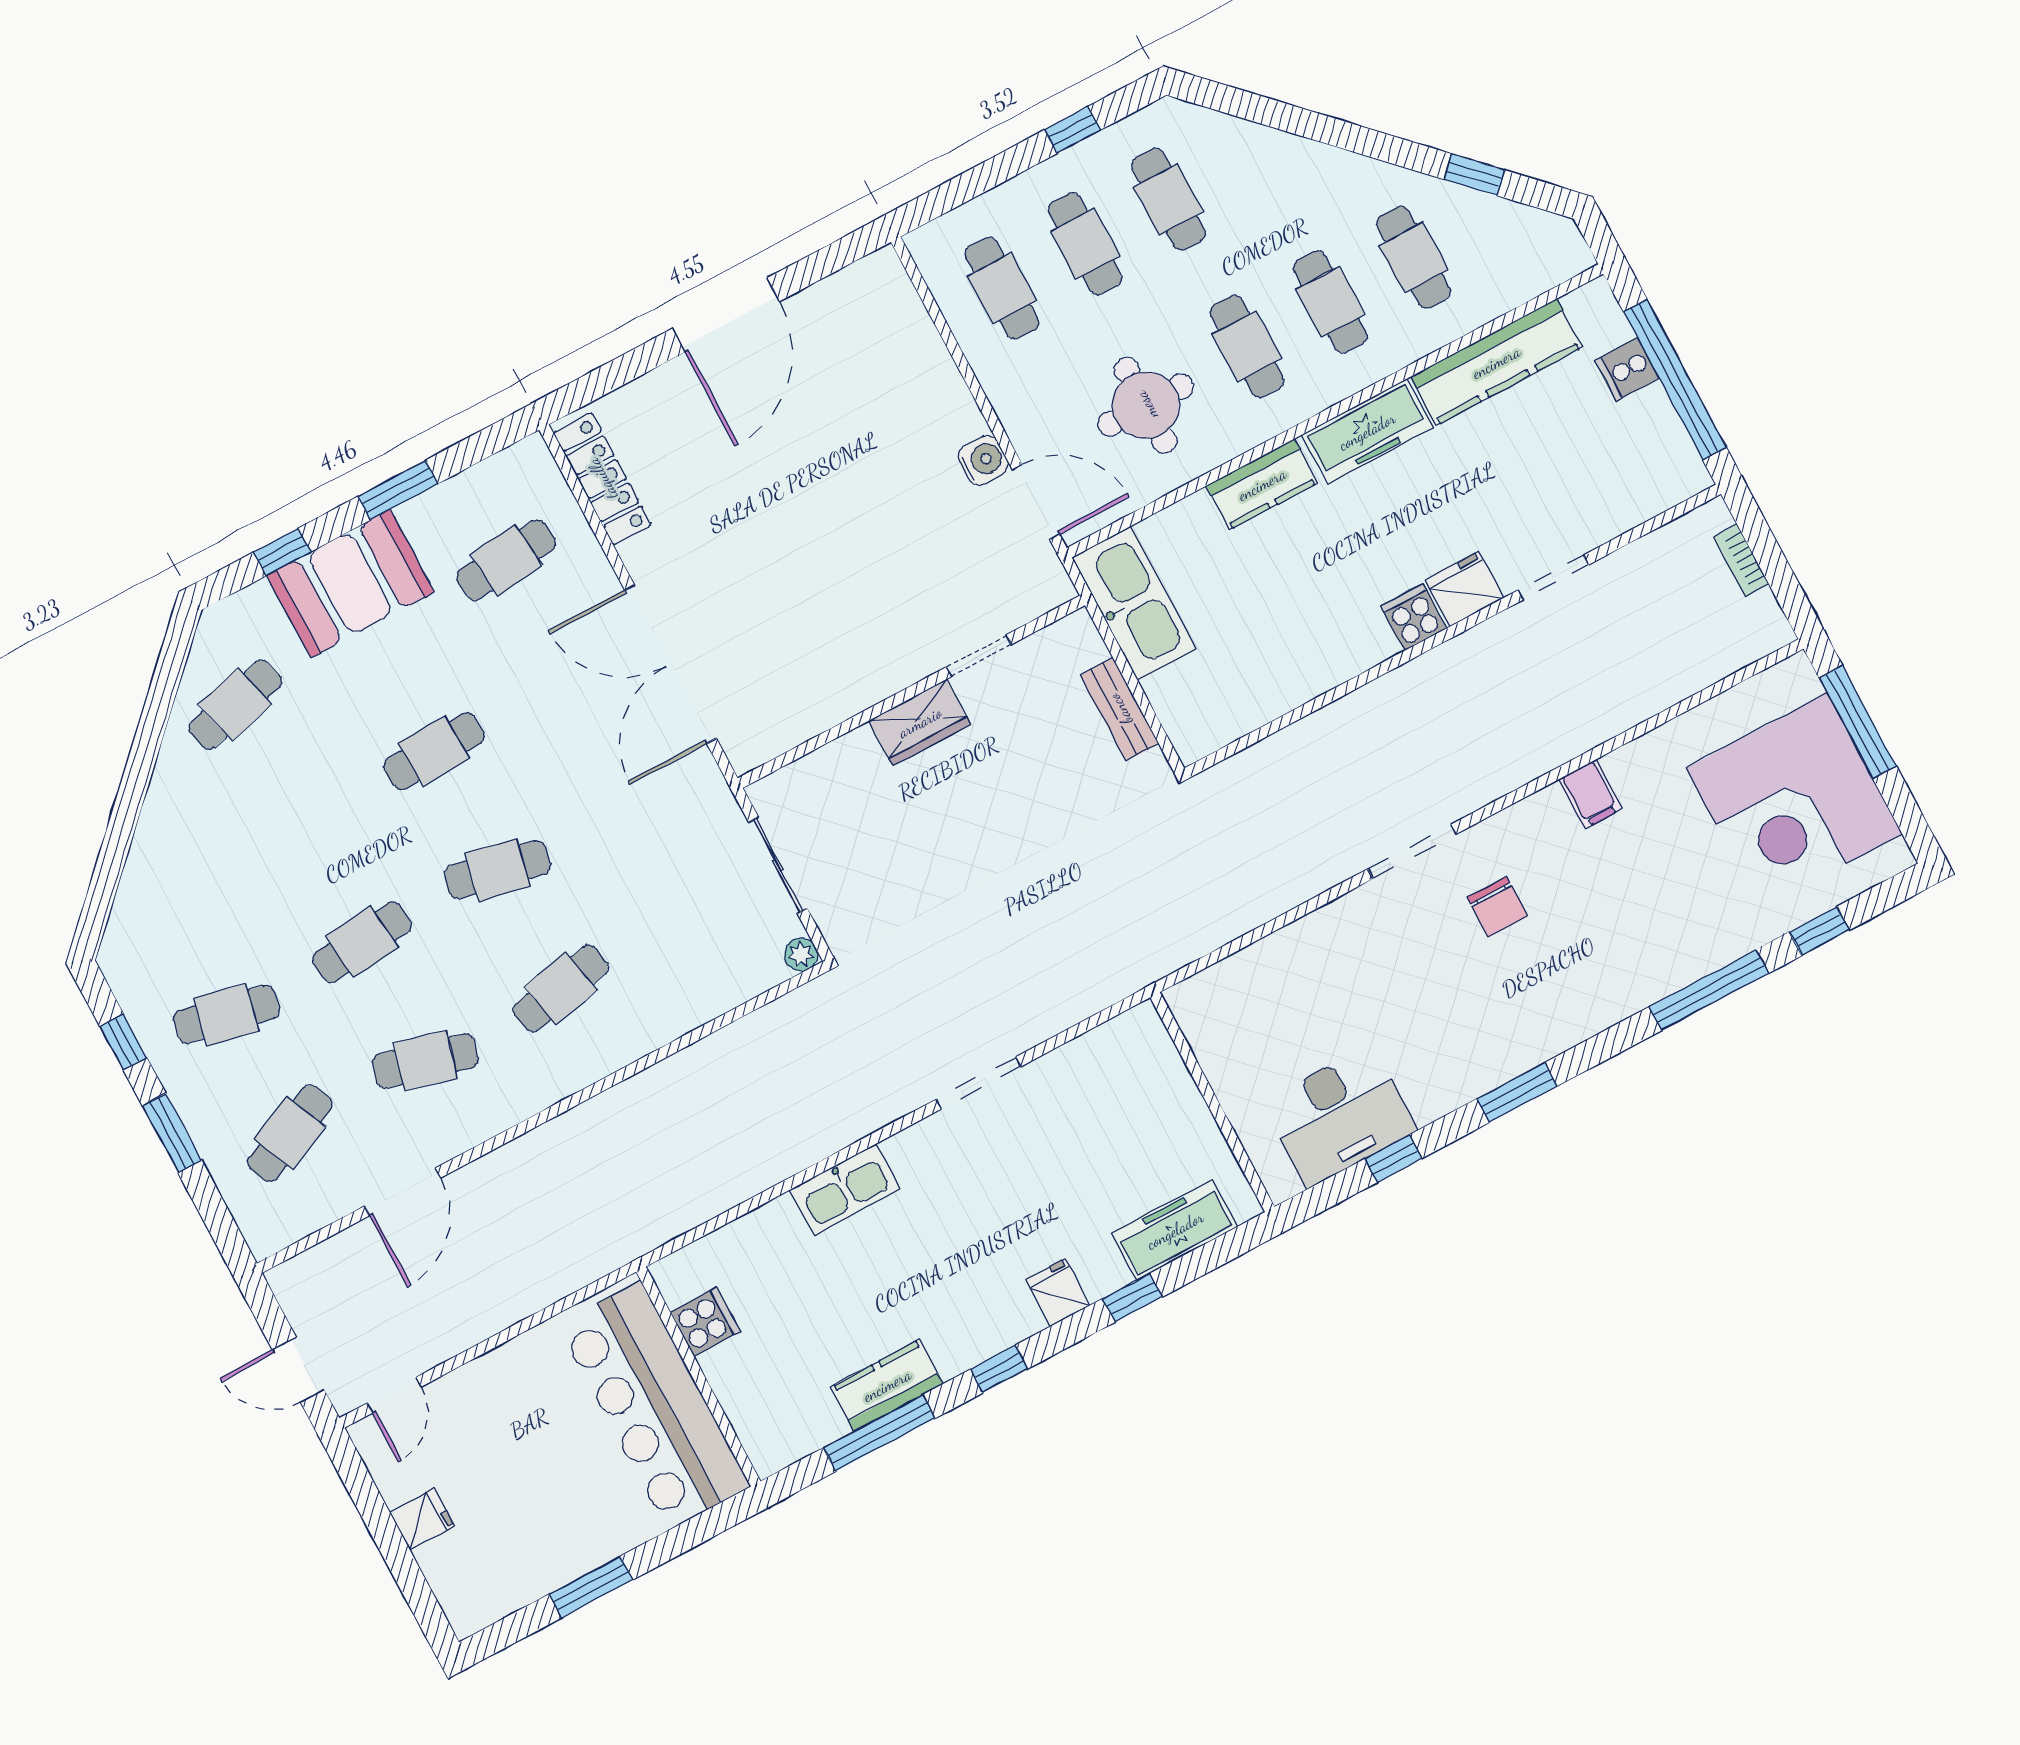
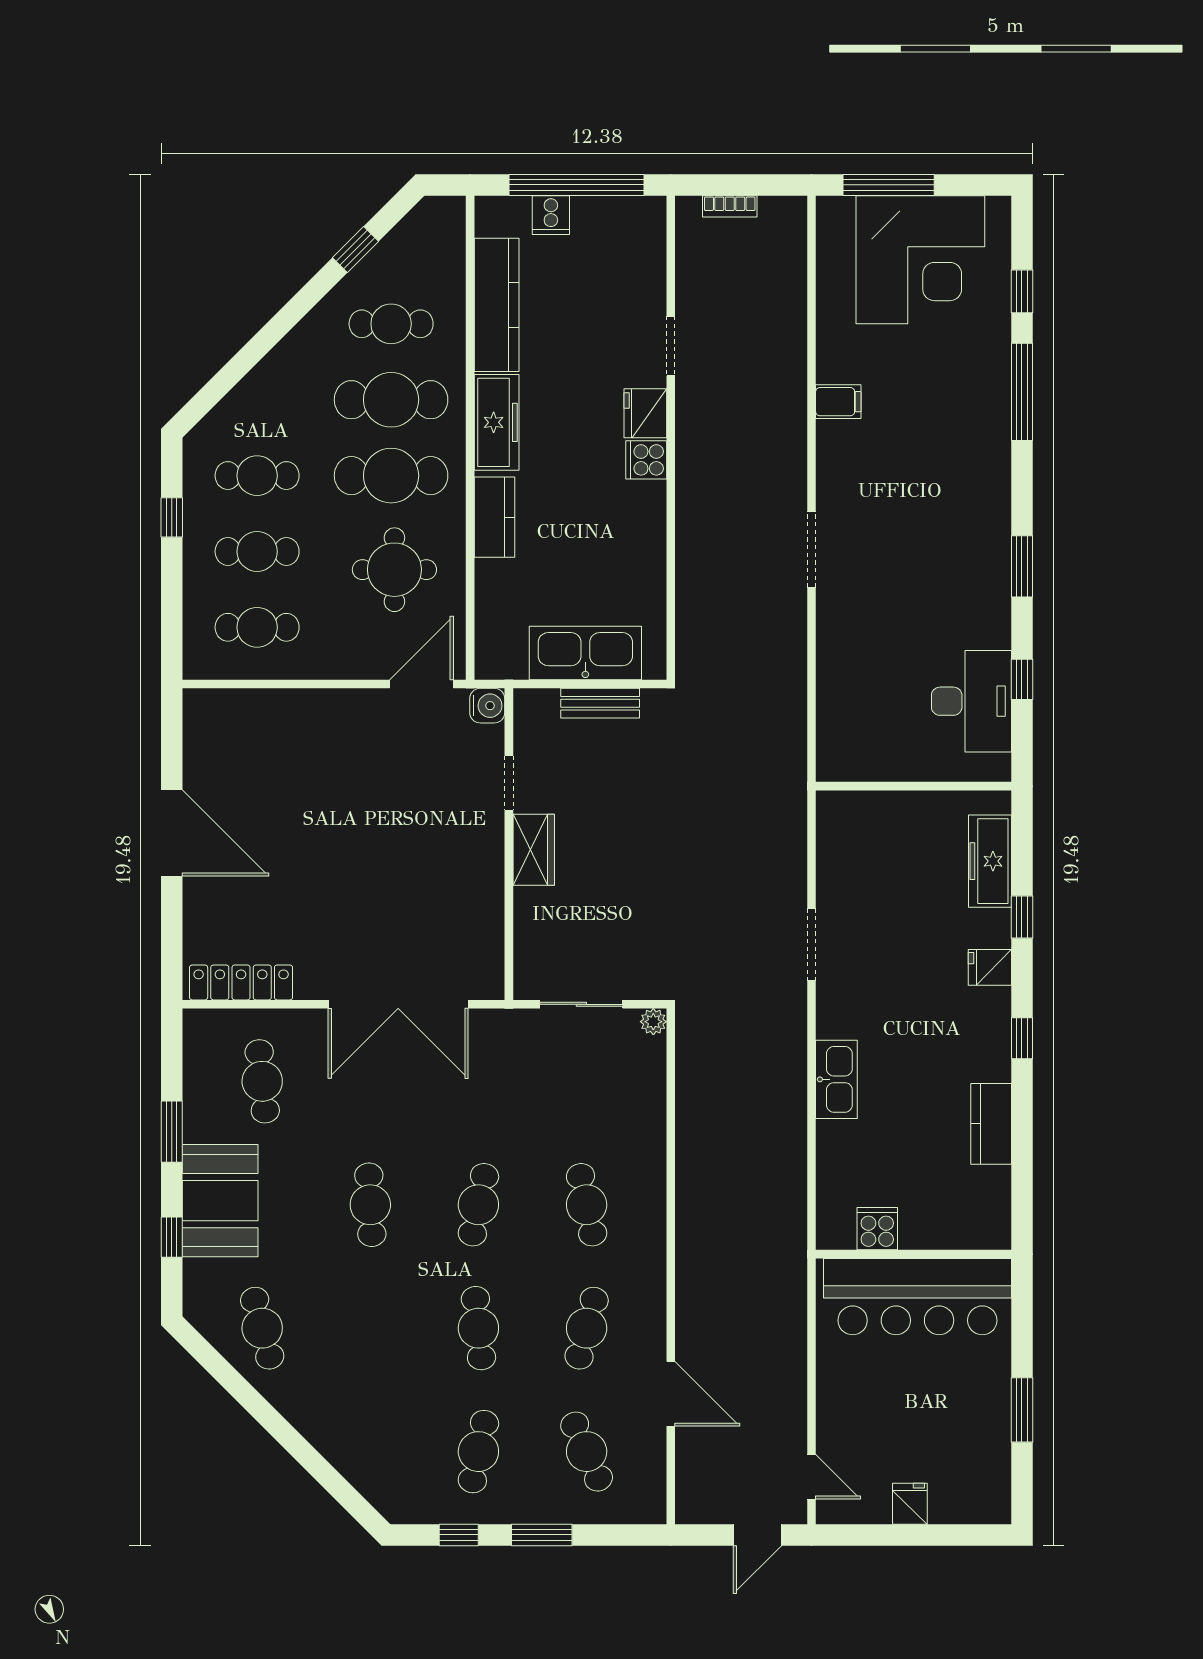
cafe table: (1330, 302) -> (391, 400), width x1.37, depth x1.35
cafe table: (1247, 346) -> (391, 476), width x1.37, depth x1.35
water cooler: (983, 460) -> (487, 706), moved, turned 90
kitchen sink: (1134, 603) -> (585, 653), moved
chair: (1497, 906) -> (883, 510), removed
window: (879, 1433) -> (1022, 1147), removed

